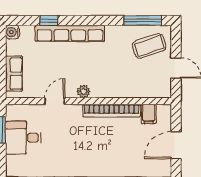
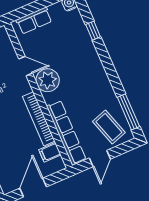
row of seats: (70, 33) -> (66, 133), moved, turned 180
plant: (84, 91) -> (48, 80), width x1.88, depth x1.88
door: (176, 145) -> (33, 188), hinge flipped

